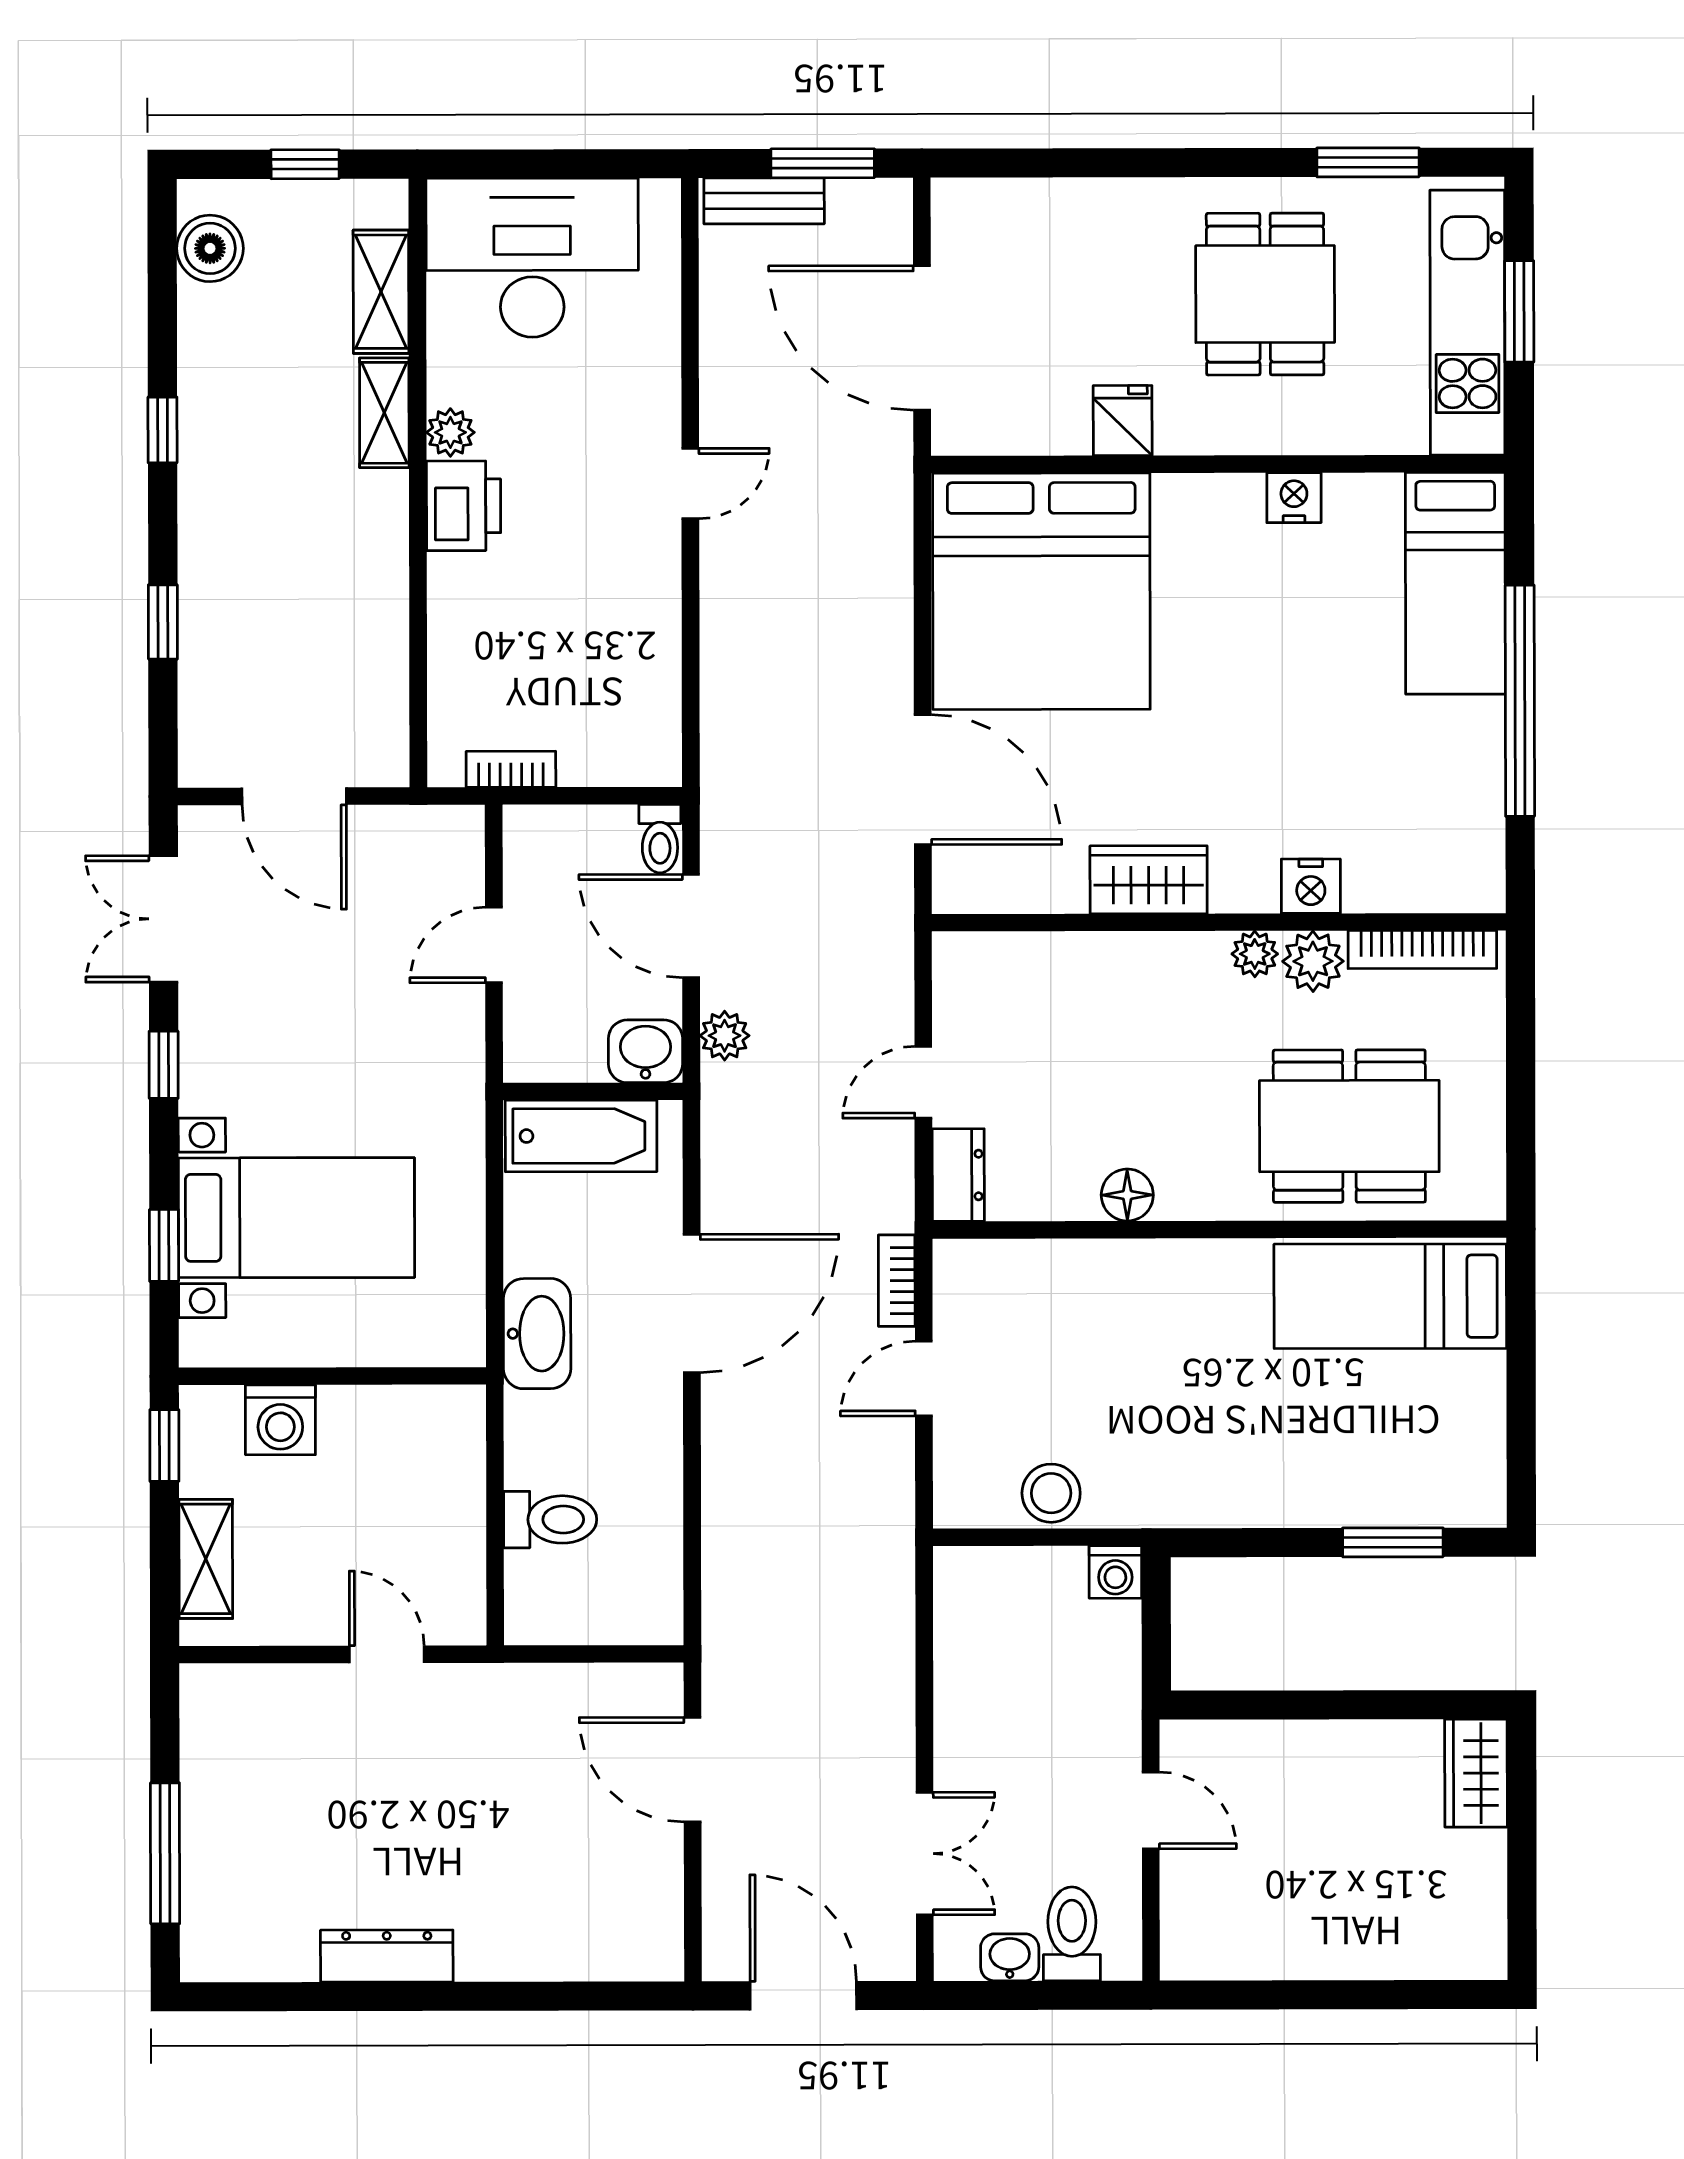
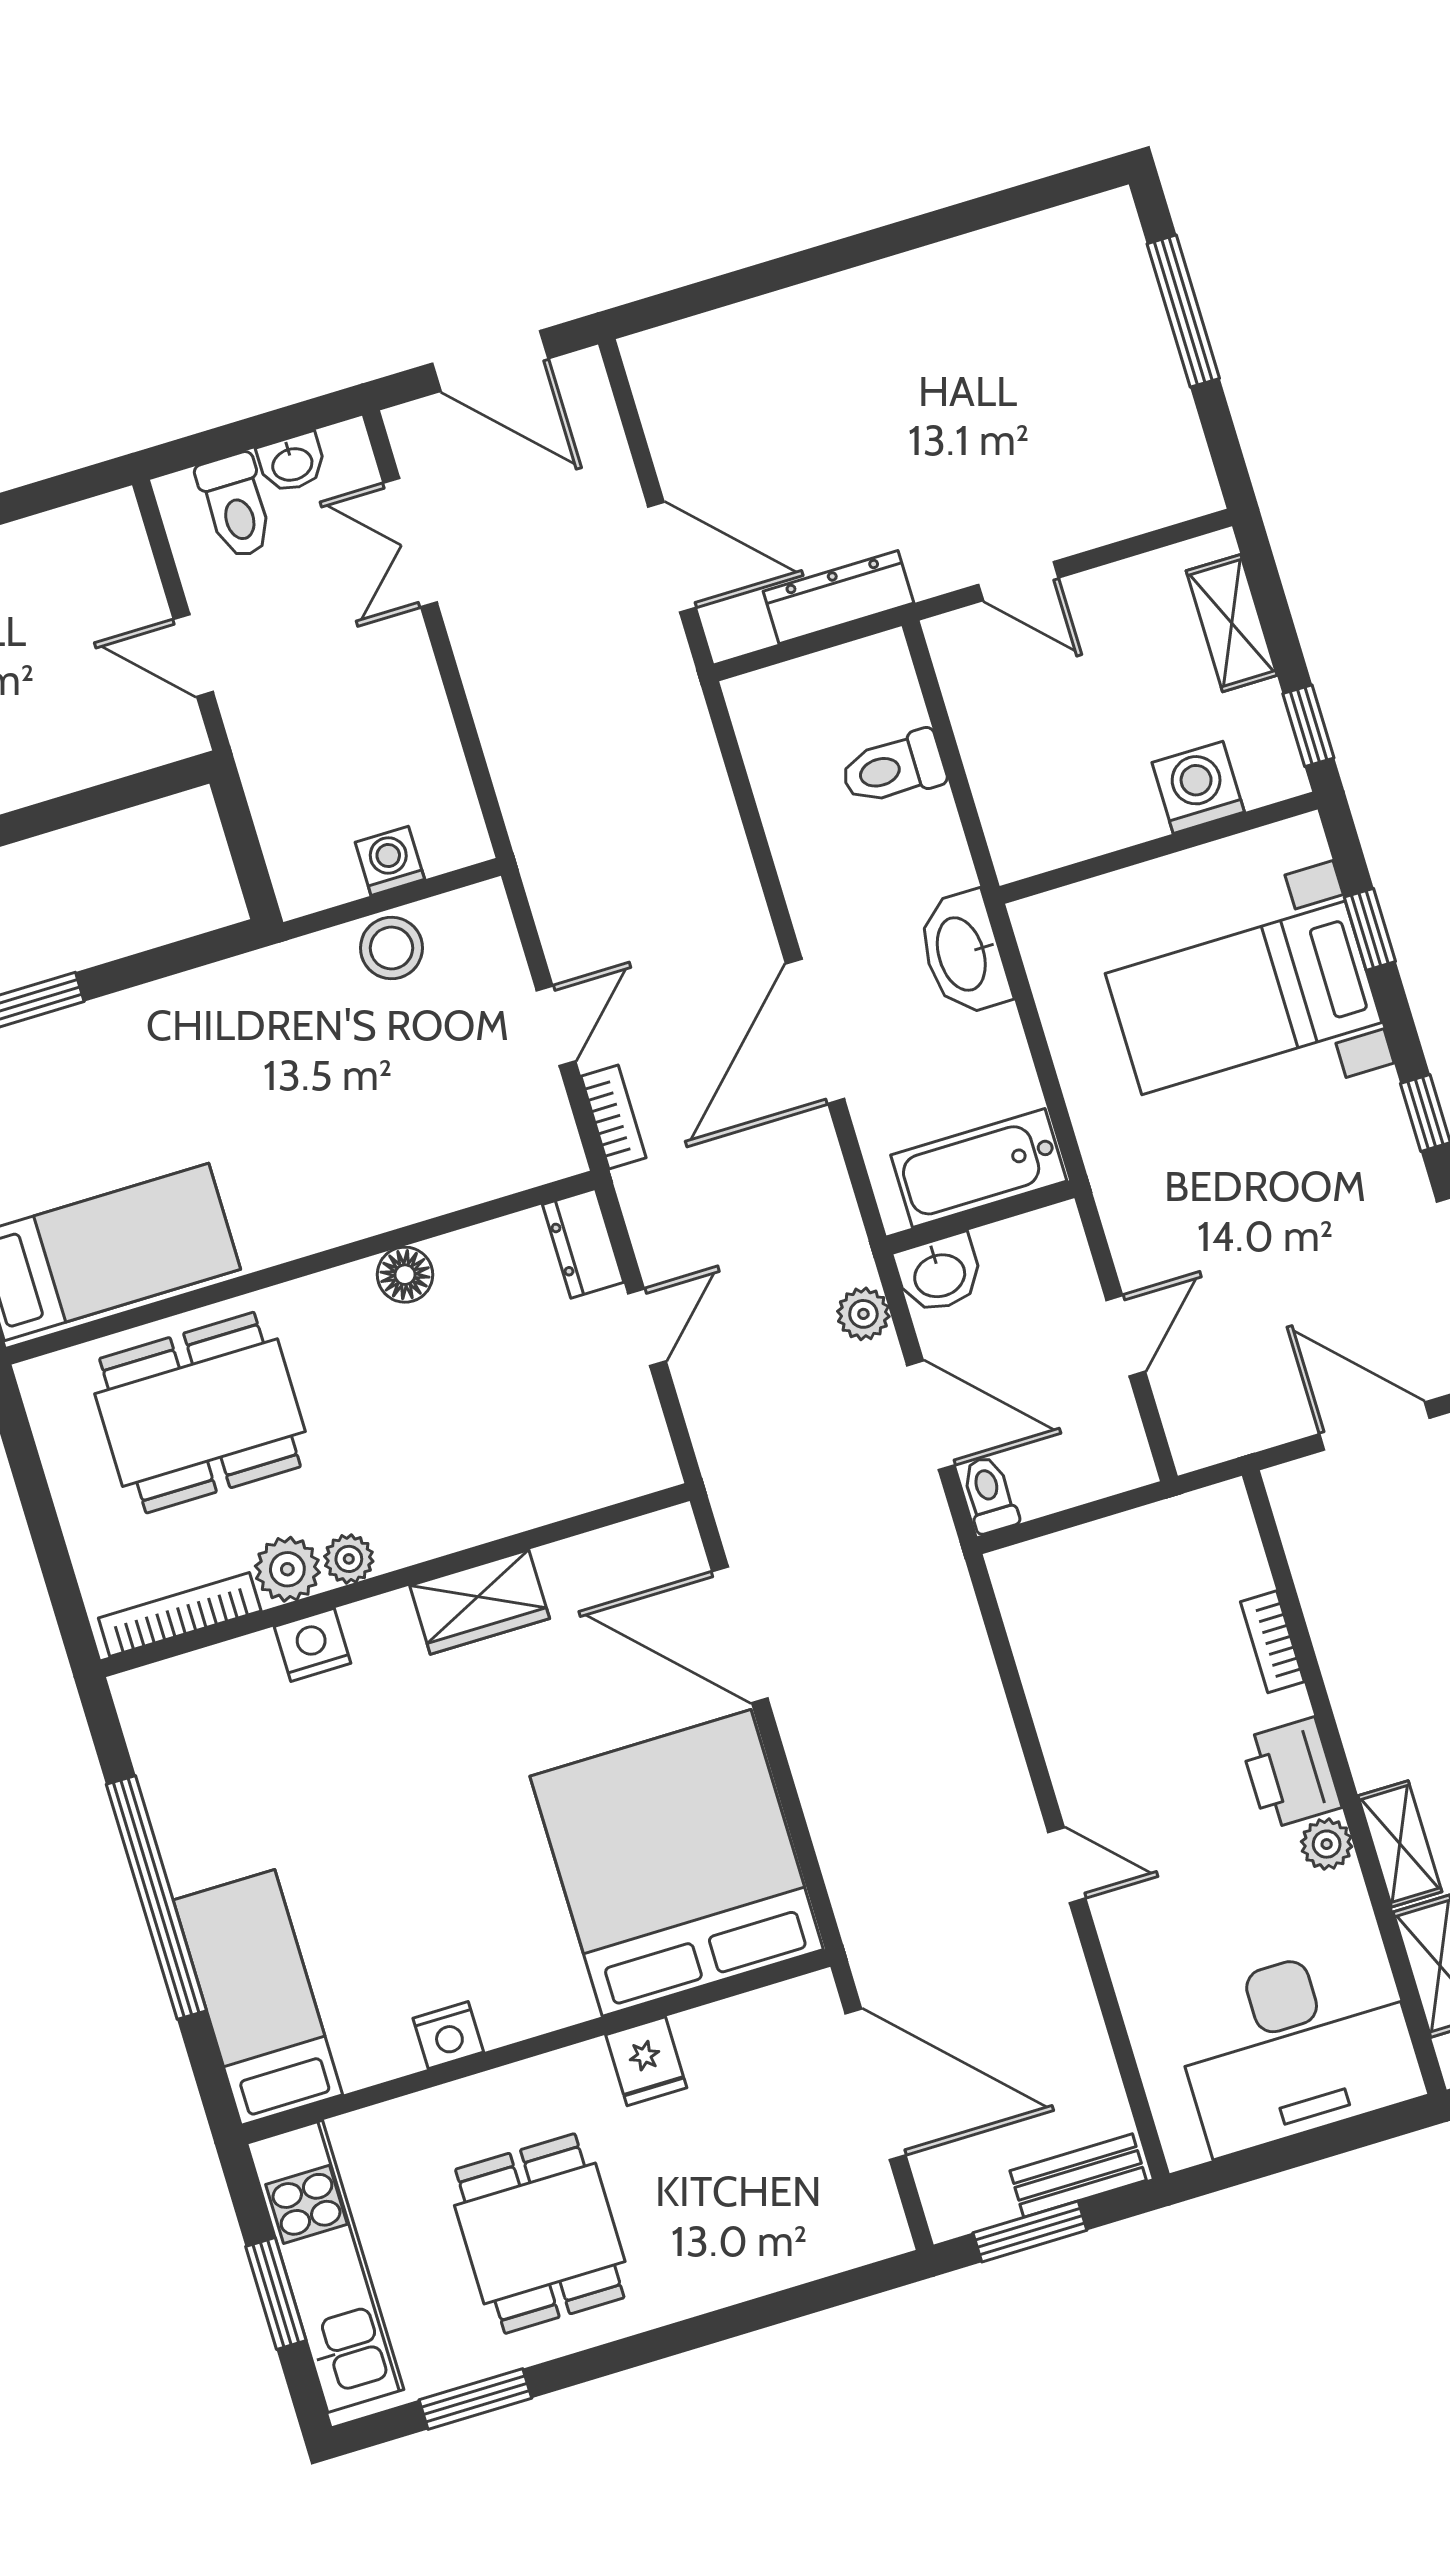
door: (690, 484) -> (1067, 1865), swing flipped
bookcase: (511, 769) -> (1272, 1642), moved, turned 90
washing machine: (1115, 1572) -> (390, 861), moved
dresser: (387, 1956) -> (838, 597), moved, turned 180

